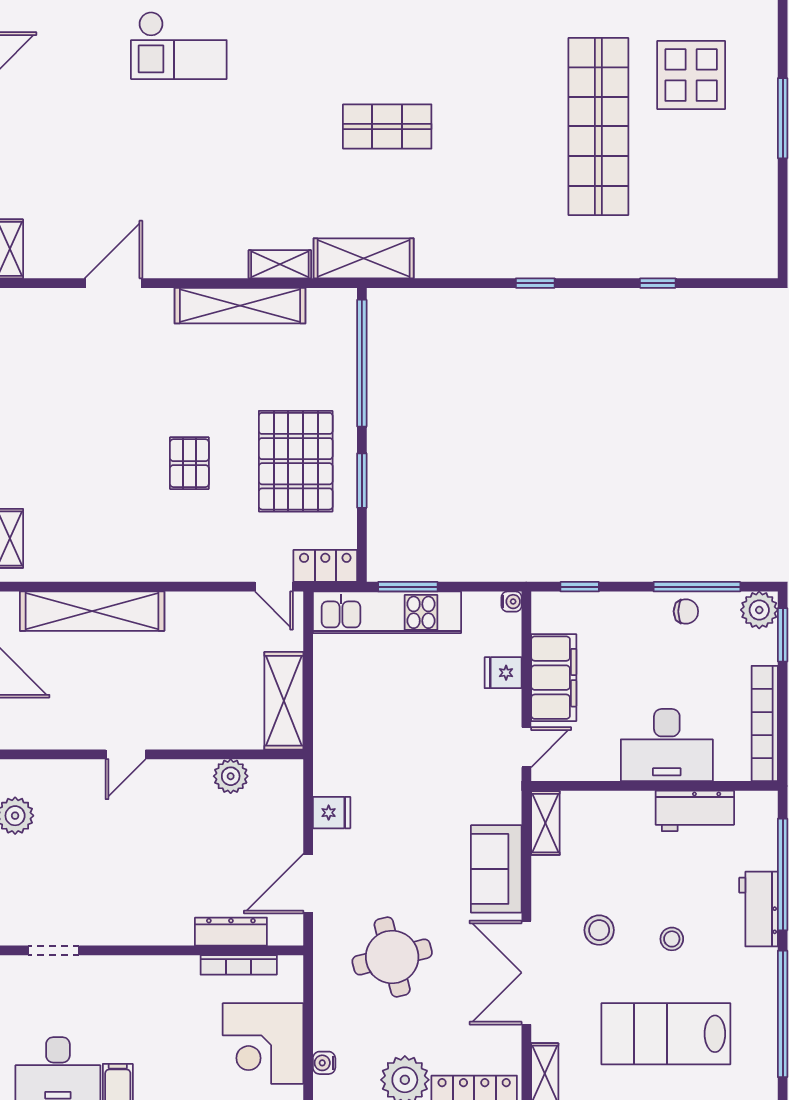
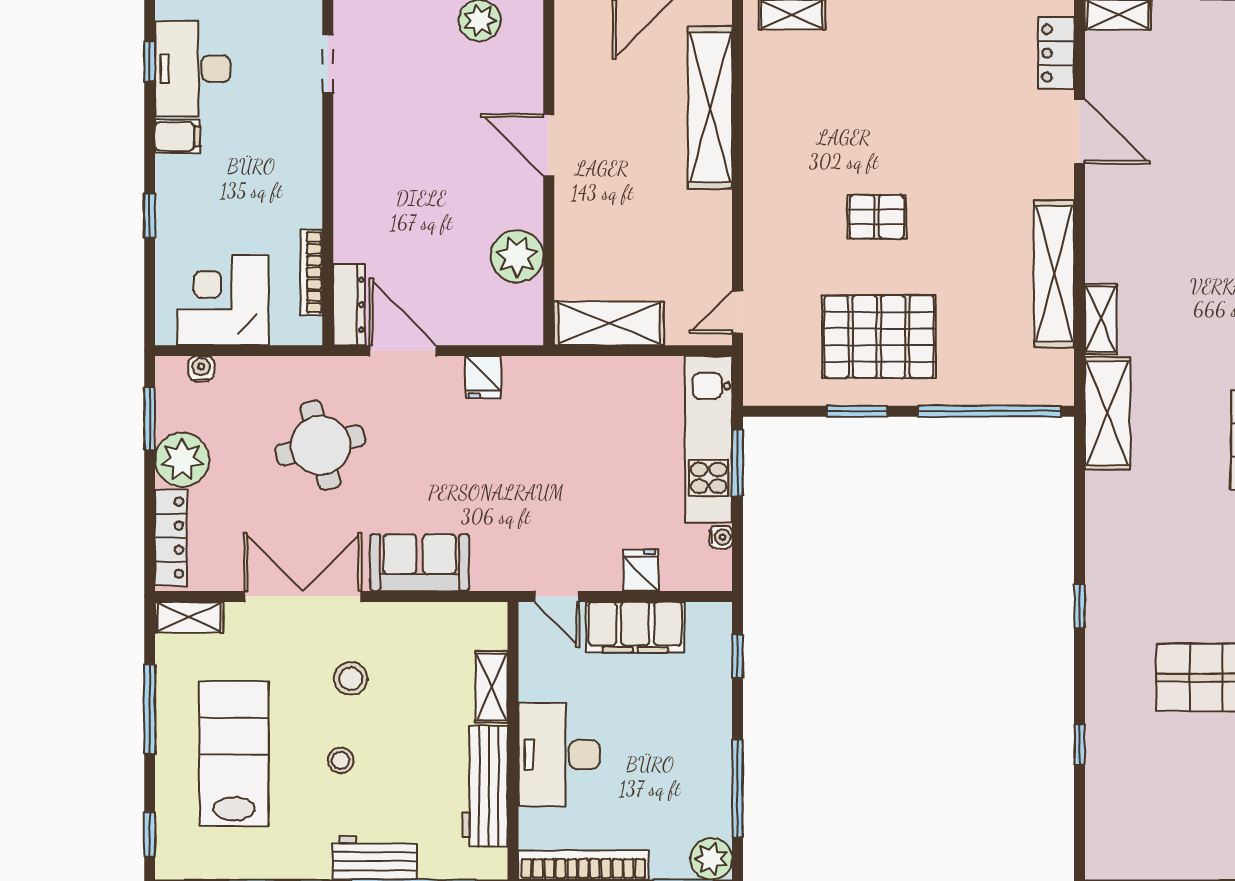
locker: (325, 566) -> (1056, 53), moved, turned 180
water cooler: (512, 602) -> (721, 537), moved, turned -90
chair: (686, 611) -> (710, 776), removed
door: (126, 754) -> (549, 145), width x1.38
plant: (231, 776) -> (517, 256), width x1.36, depth x1.36
workbench: (695, 811) -> (485, 786), width x1.37
shelving: (545, 823) -> (492, 687), moved, turned 90
dresser: (231, 932) -> (349, 305), moved

